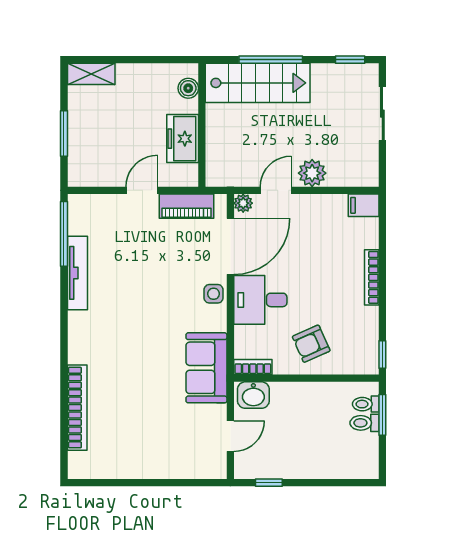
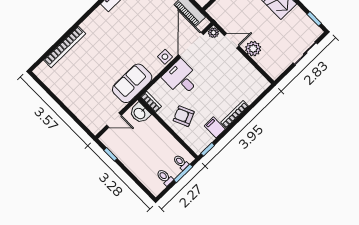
filing cabinet: (364, 205) -> (215, 127), moved
door: (230, 246) -> (191, 45), swing flipped
toilet: (364, 423) -> (165, 177), moved

